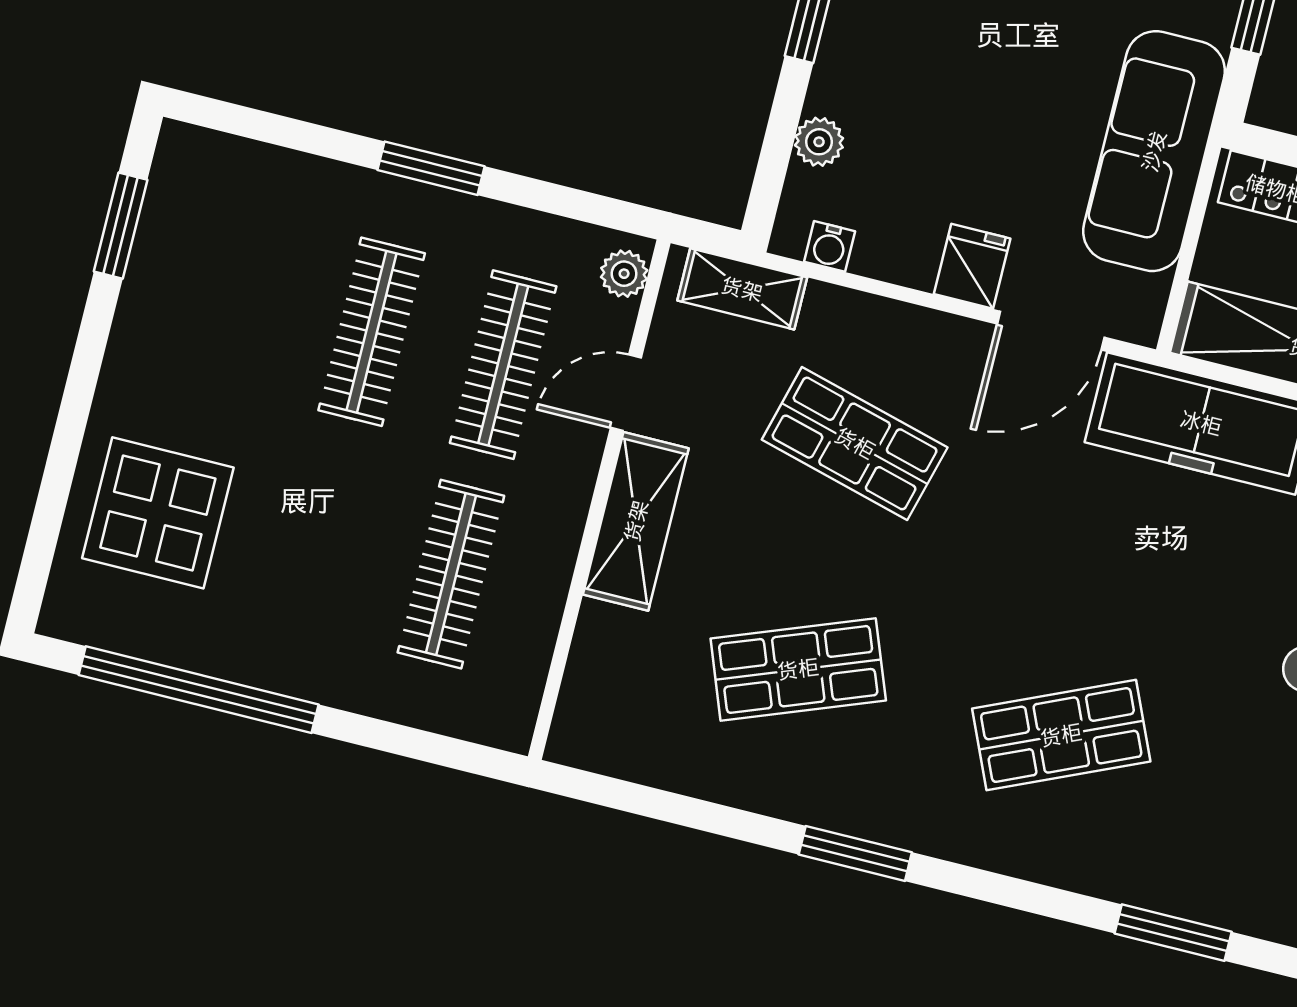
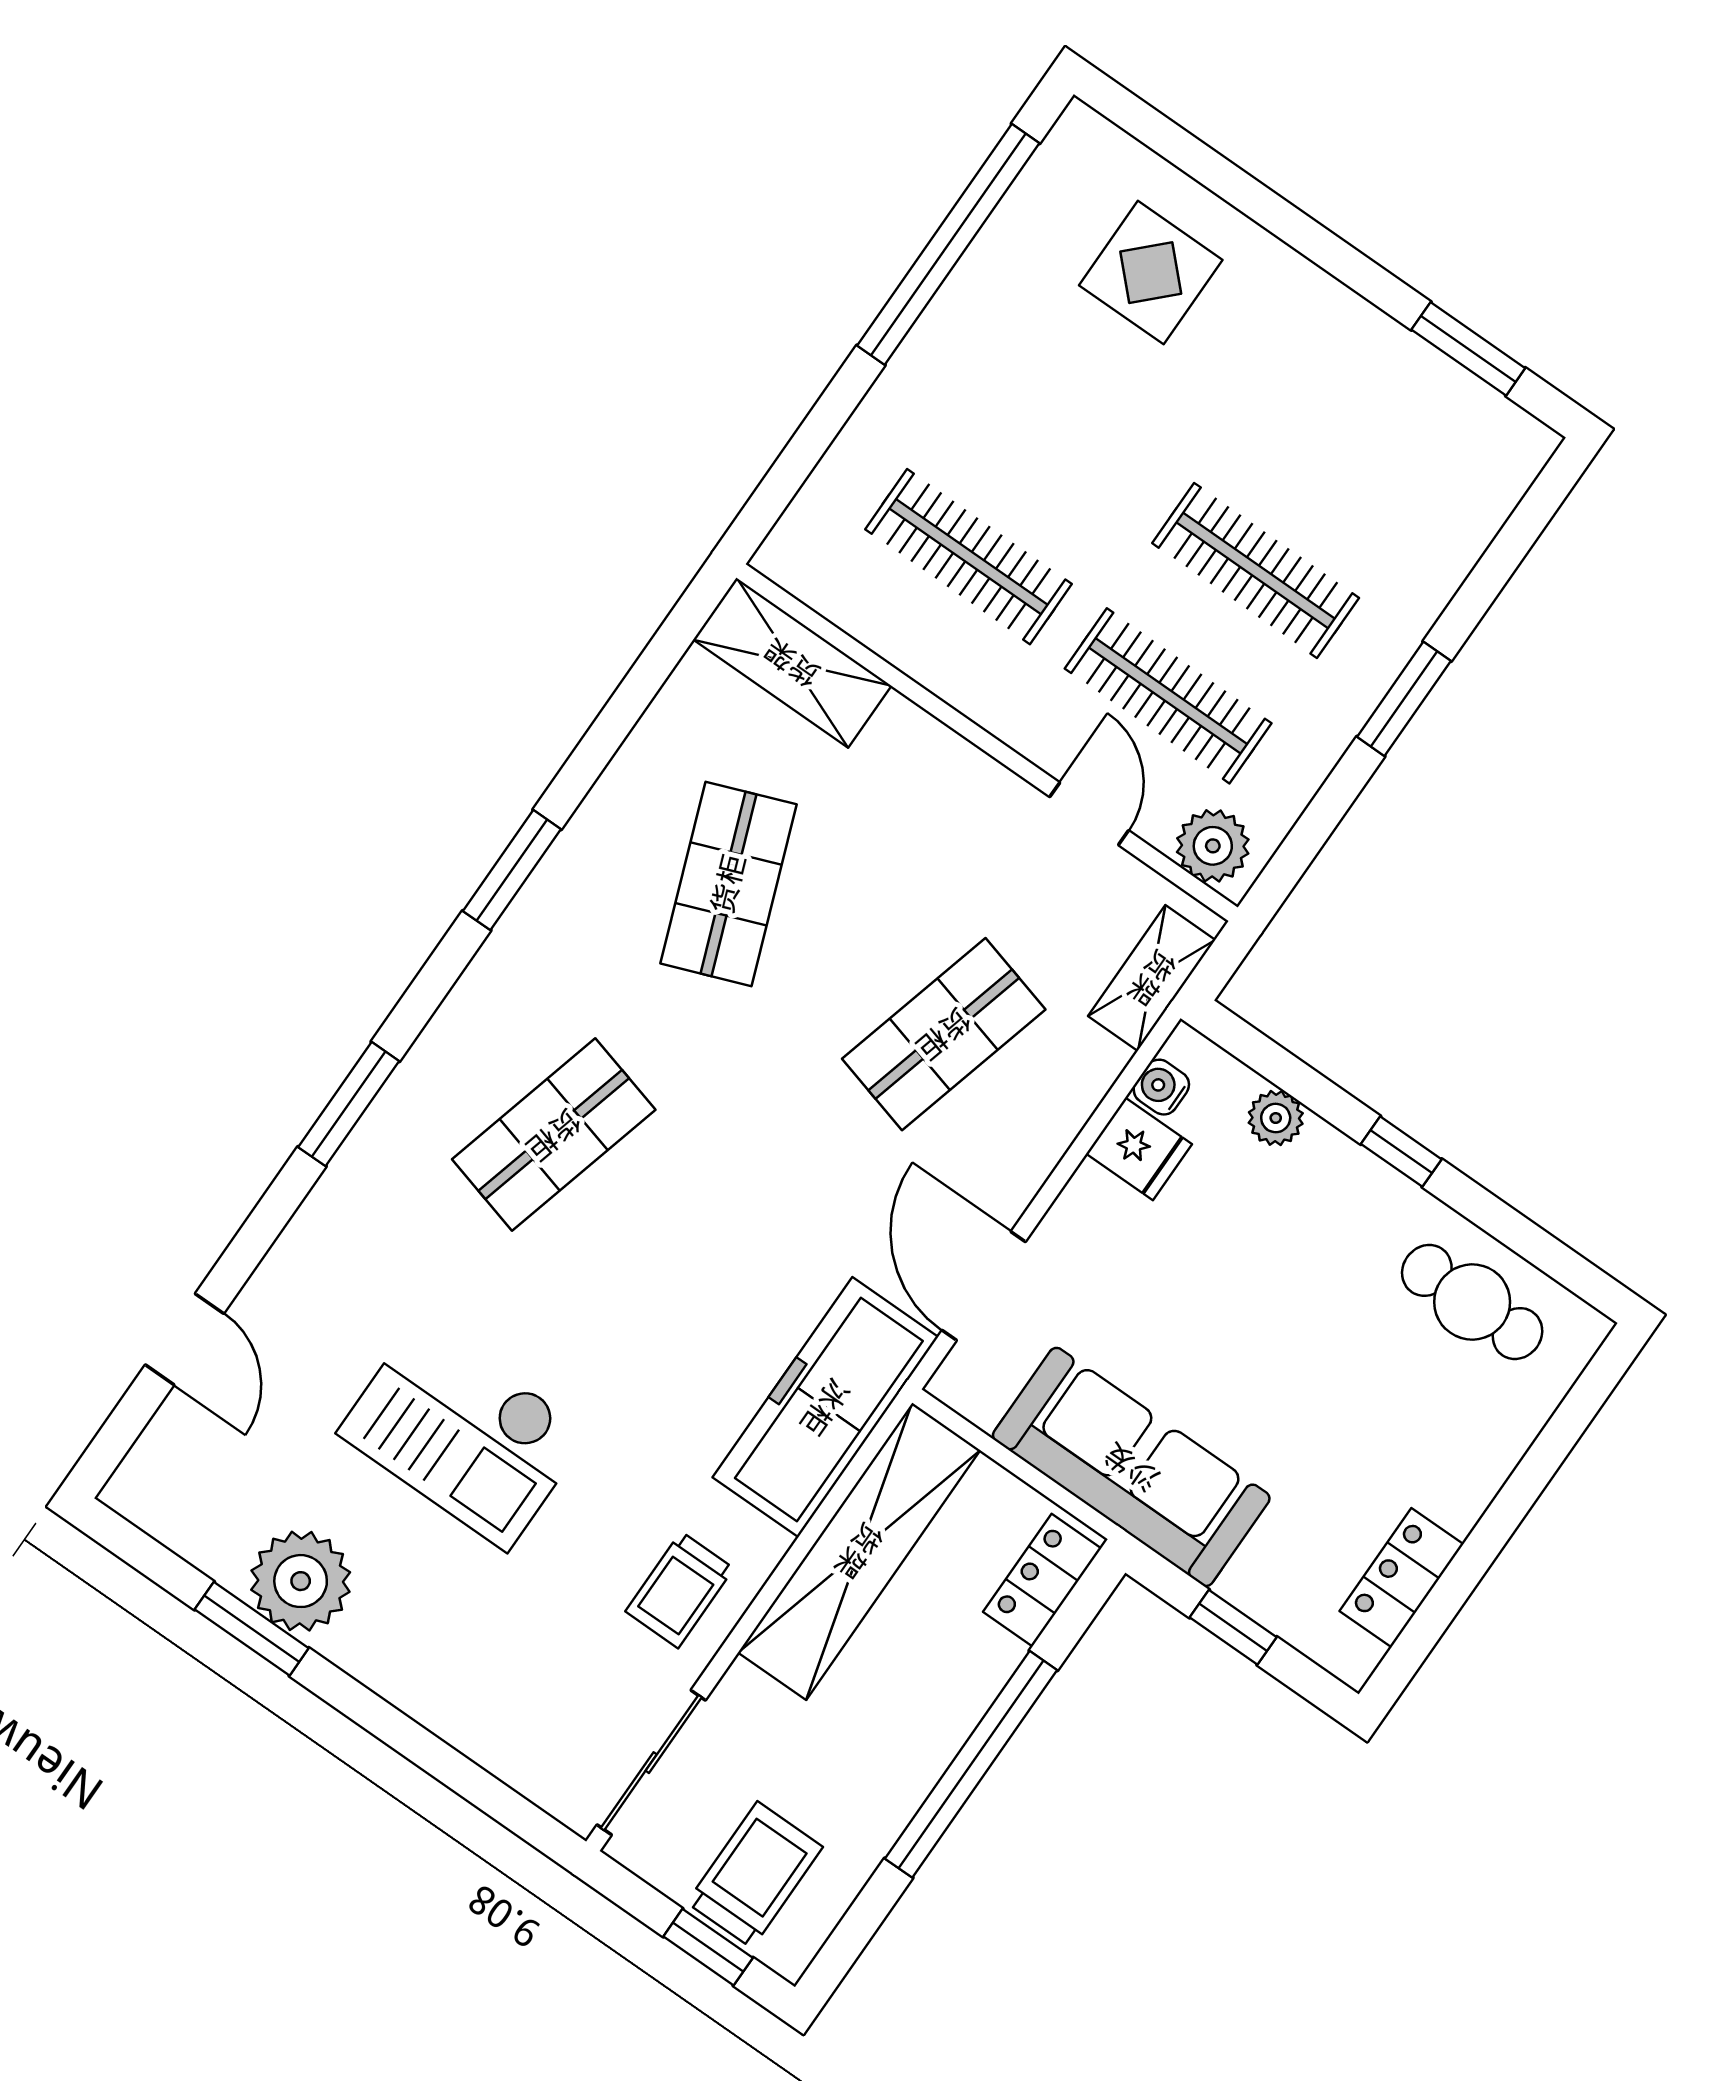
fridge: (972, 266) -> (1139, 1149), moved
plant: (624, 274) -> (1213, 846), width x1.38, depth x1.38
display table: (158, 513) -> (1151, 273), width x0.73, depth x0.73
shelving: (636, 521) -> (792, 663), moved
shop shelf: (1061, 735) -> (554, 1135), turned 39
window: (1173, 933) -> (349, 1104), moved

